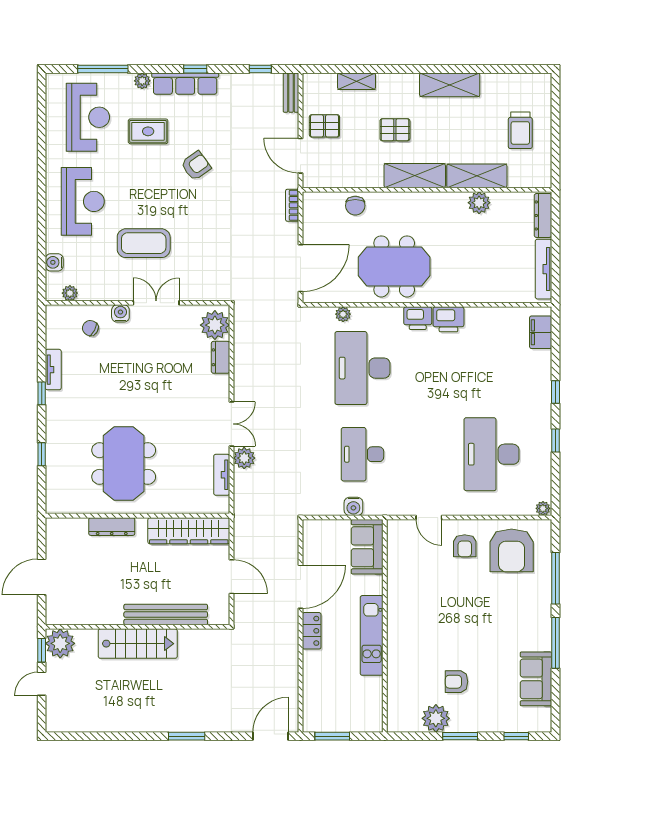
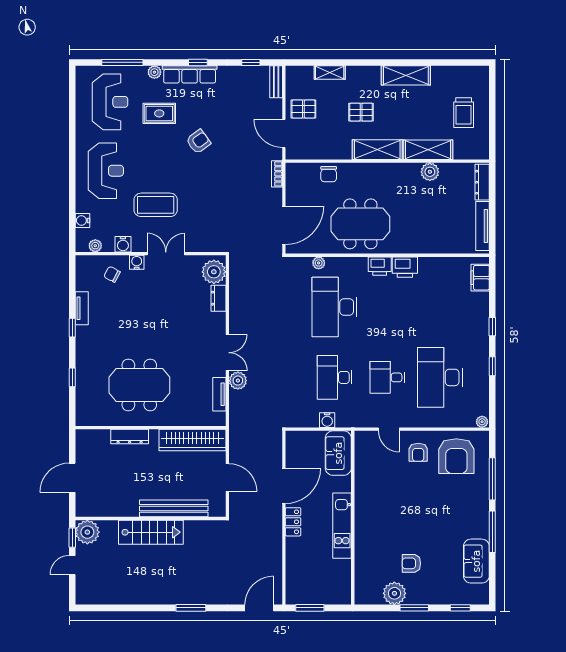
water cooler: (104, 291) -> (123, 244), added
desk: (427, 454) -> (387, 377), added
meeting table: (124, 464) -> (139, 385), turned 90

